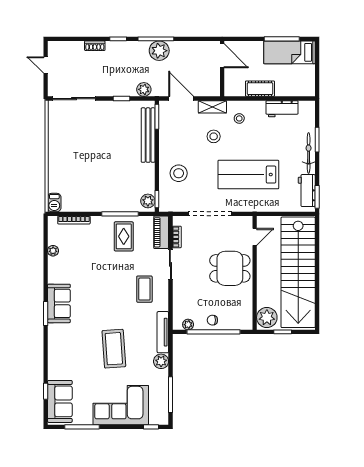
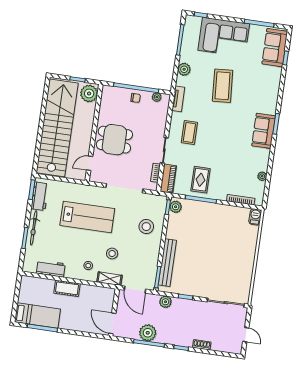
door: (222, 56) -> (112, 323), moved
wall: (222, 69) -> (114, 312), moved
tv unit: (163, 332) -> (178, 99), width x0.71

